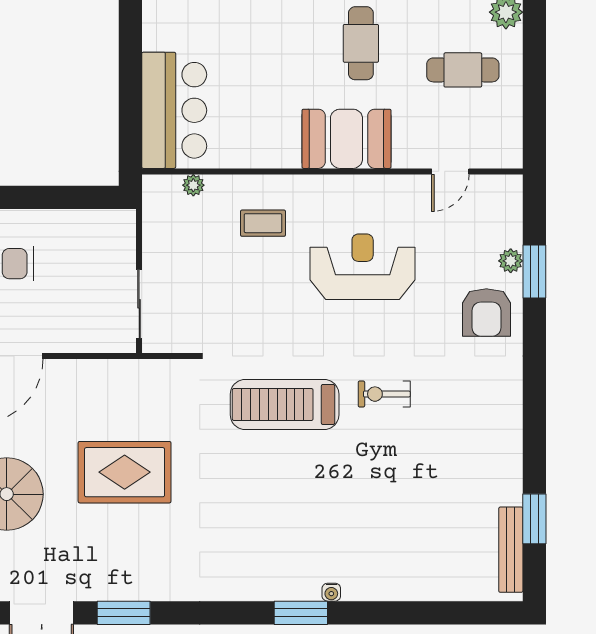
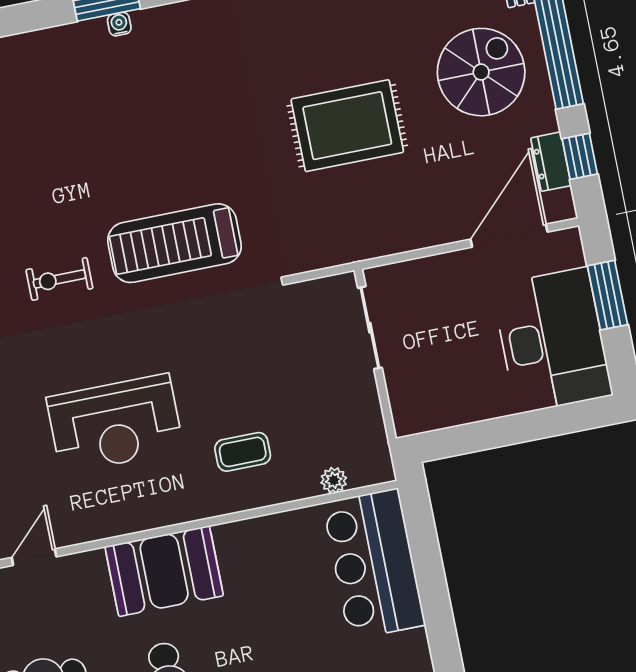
exercise bike: (384, 394) -> (59, 279), turned 180
treadmill: (285, 404) -> (174, 243), turned 180
water cooler: (331, 592) -> (119, 24), moved

